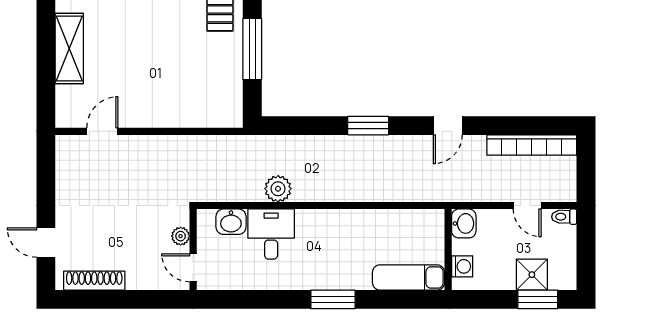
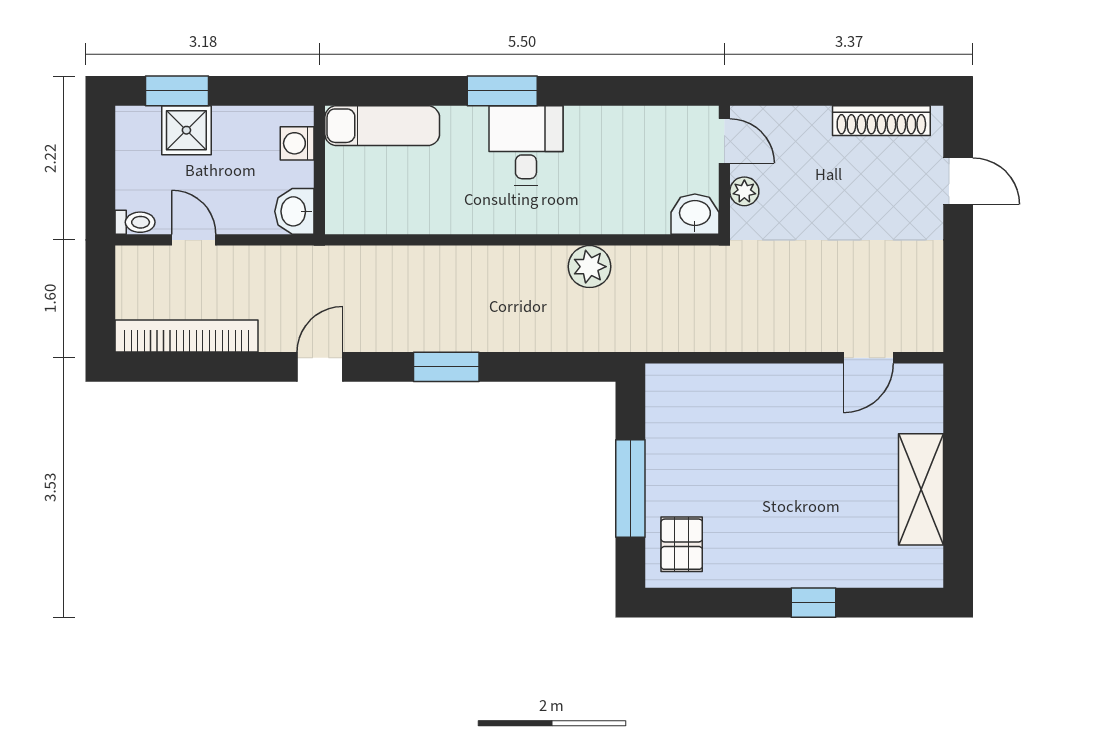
washbasin: (231, 222) -> (695, 214), moved
desk: (271, 234) -> (526, 145), moved, turned 180

